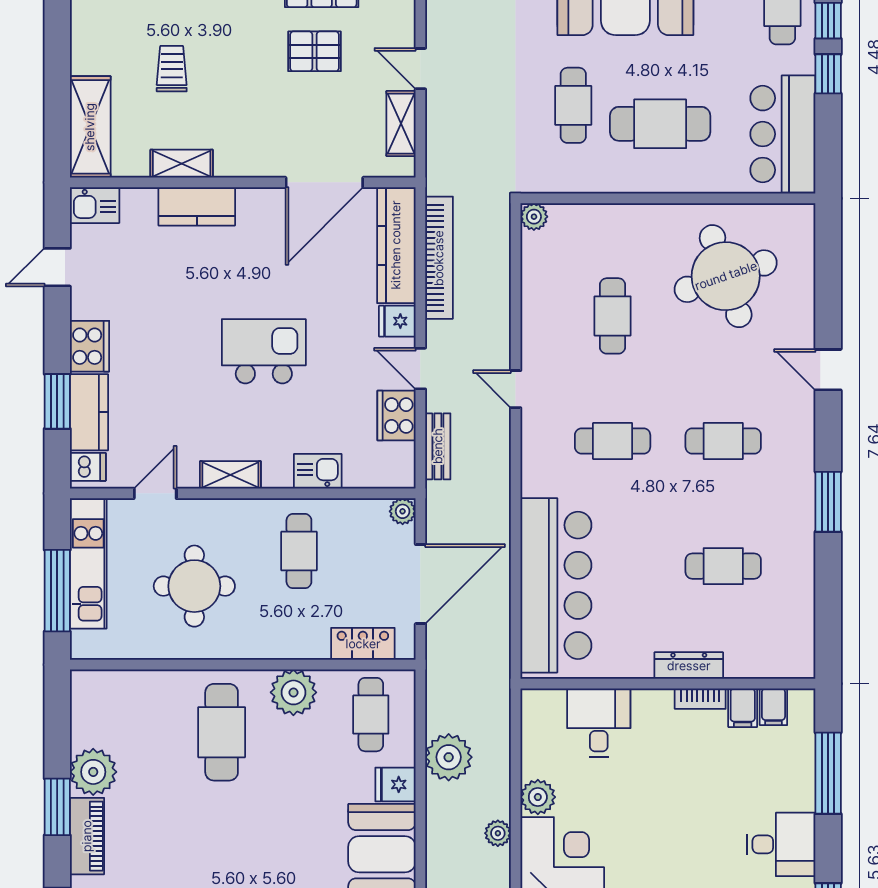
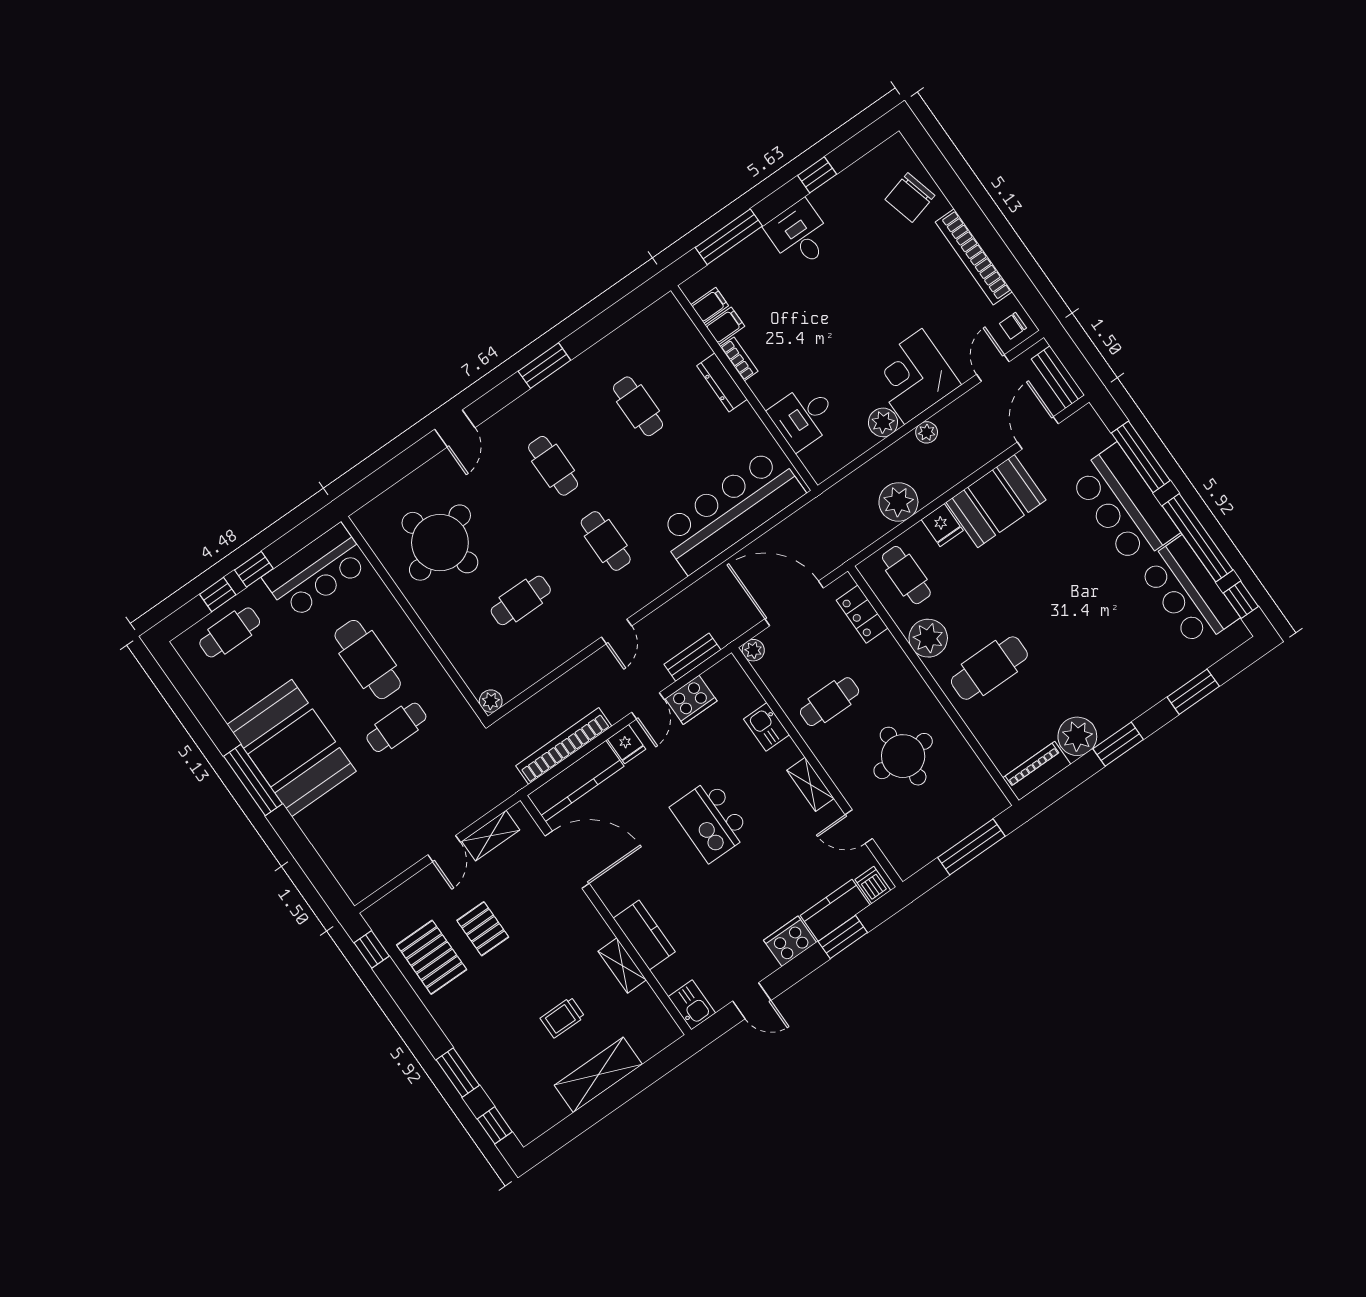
shelving: (90, 127) -> (598, 1075), moved
kitchen unit: (88, 563) -> (938, 839), removed
cafe table: (371, 715) -> (906, 575), turned 90
piano: (87, 836) -> (1037, 771), moved

